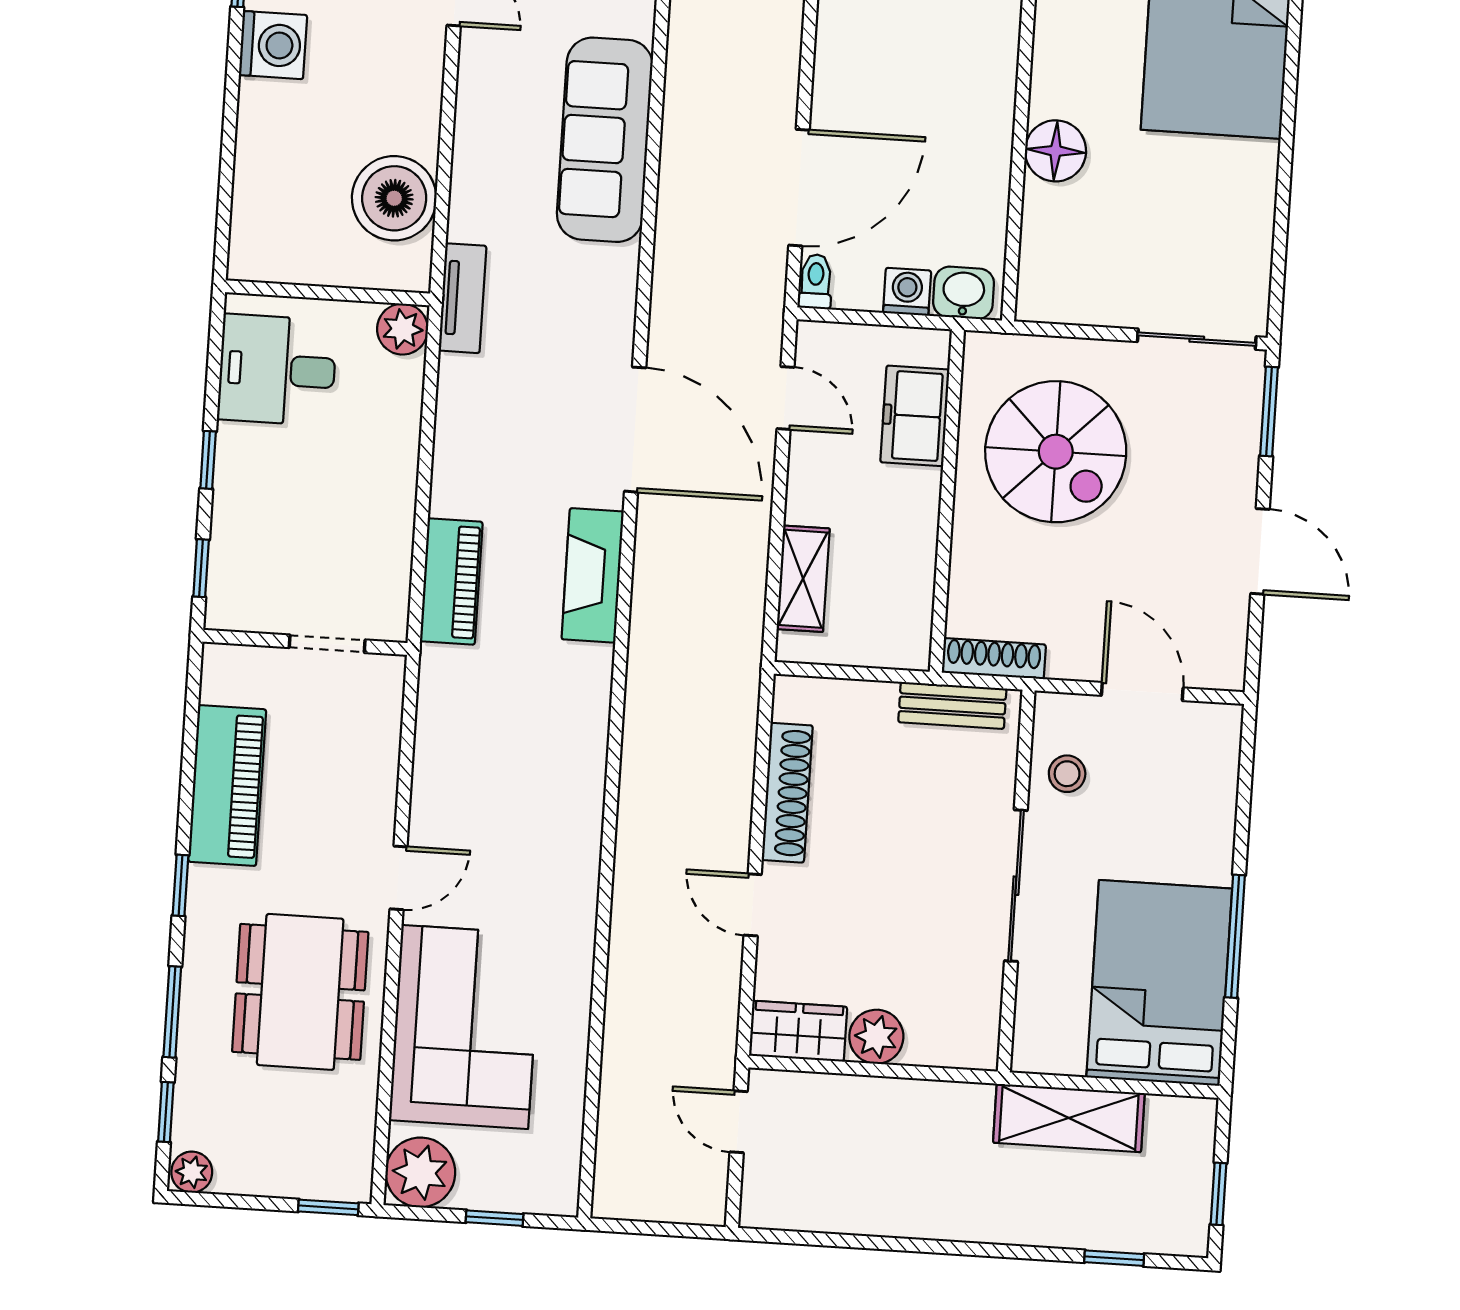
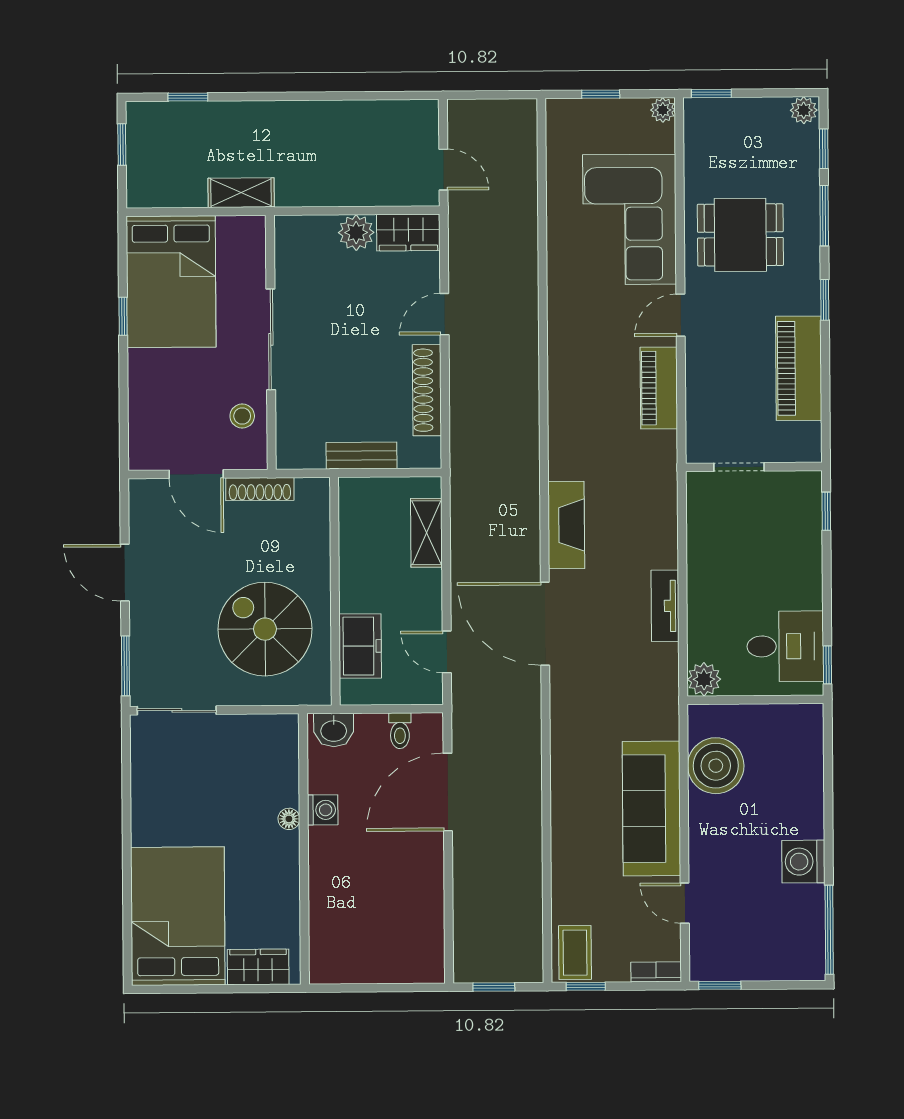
sofa: (605, 140) -> (651, 808), moved, turned 180
floor lamp: (1056, 151) -> (289, 819), width x0.53, depth x0.53
toilet: (816, 282) -> (400, 731), moved
washing machine: (907, 292) -> (323, 810), moved, turned -90
tv unit: (462, 298) -> (665, 606), moved
window: (208, 460) -> (827, 665), moved
piano: (451, 582) -> (659, 388), moved
shoe rack: (994, 659) -> (260, 489), moved
bench: (952, 705) -> (361, 456), moved
door: (753, 905) -> (444, 314), swing flipped
window: (1235, 936) -> (123, 316), width x0.46
dining table: (300, 992) -> (740, 235), width x0.73
shelving: (1069, 1118) -> (241, 193), width x0.67, depth x0.75
plant: (420, 1172) -> (663, 110), width x0.53, depth x0.53

